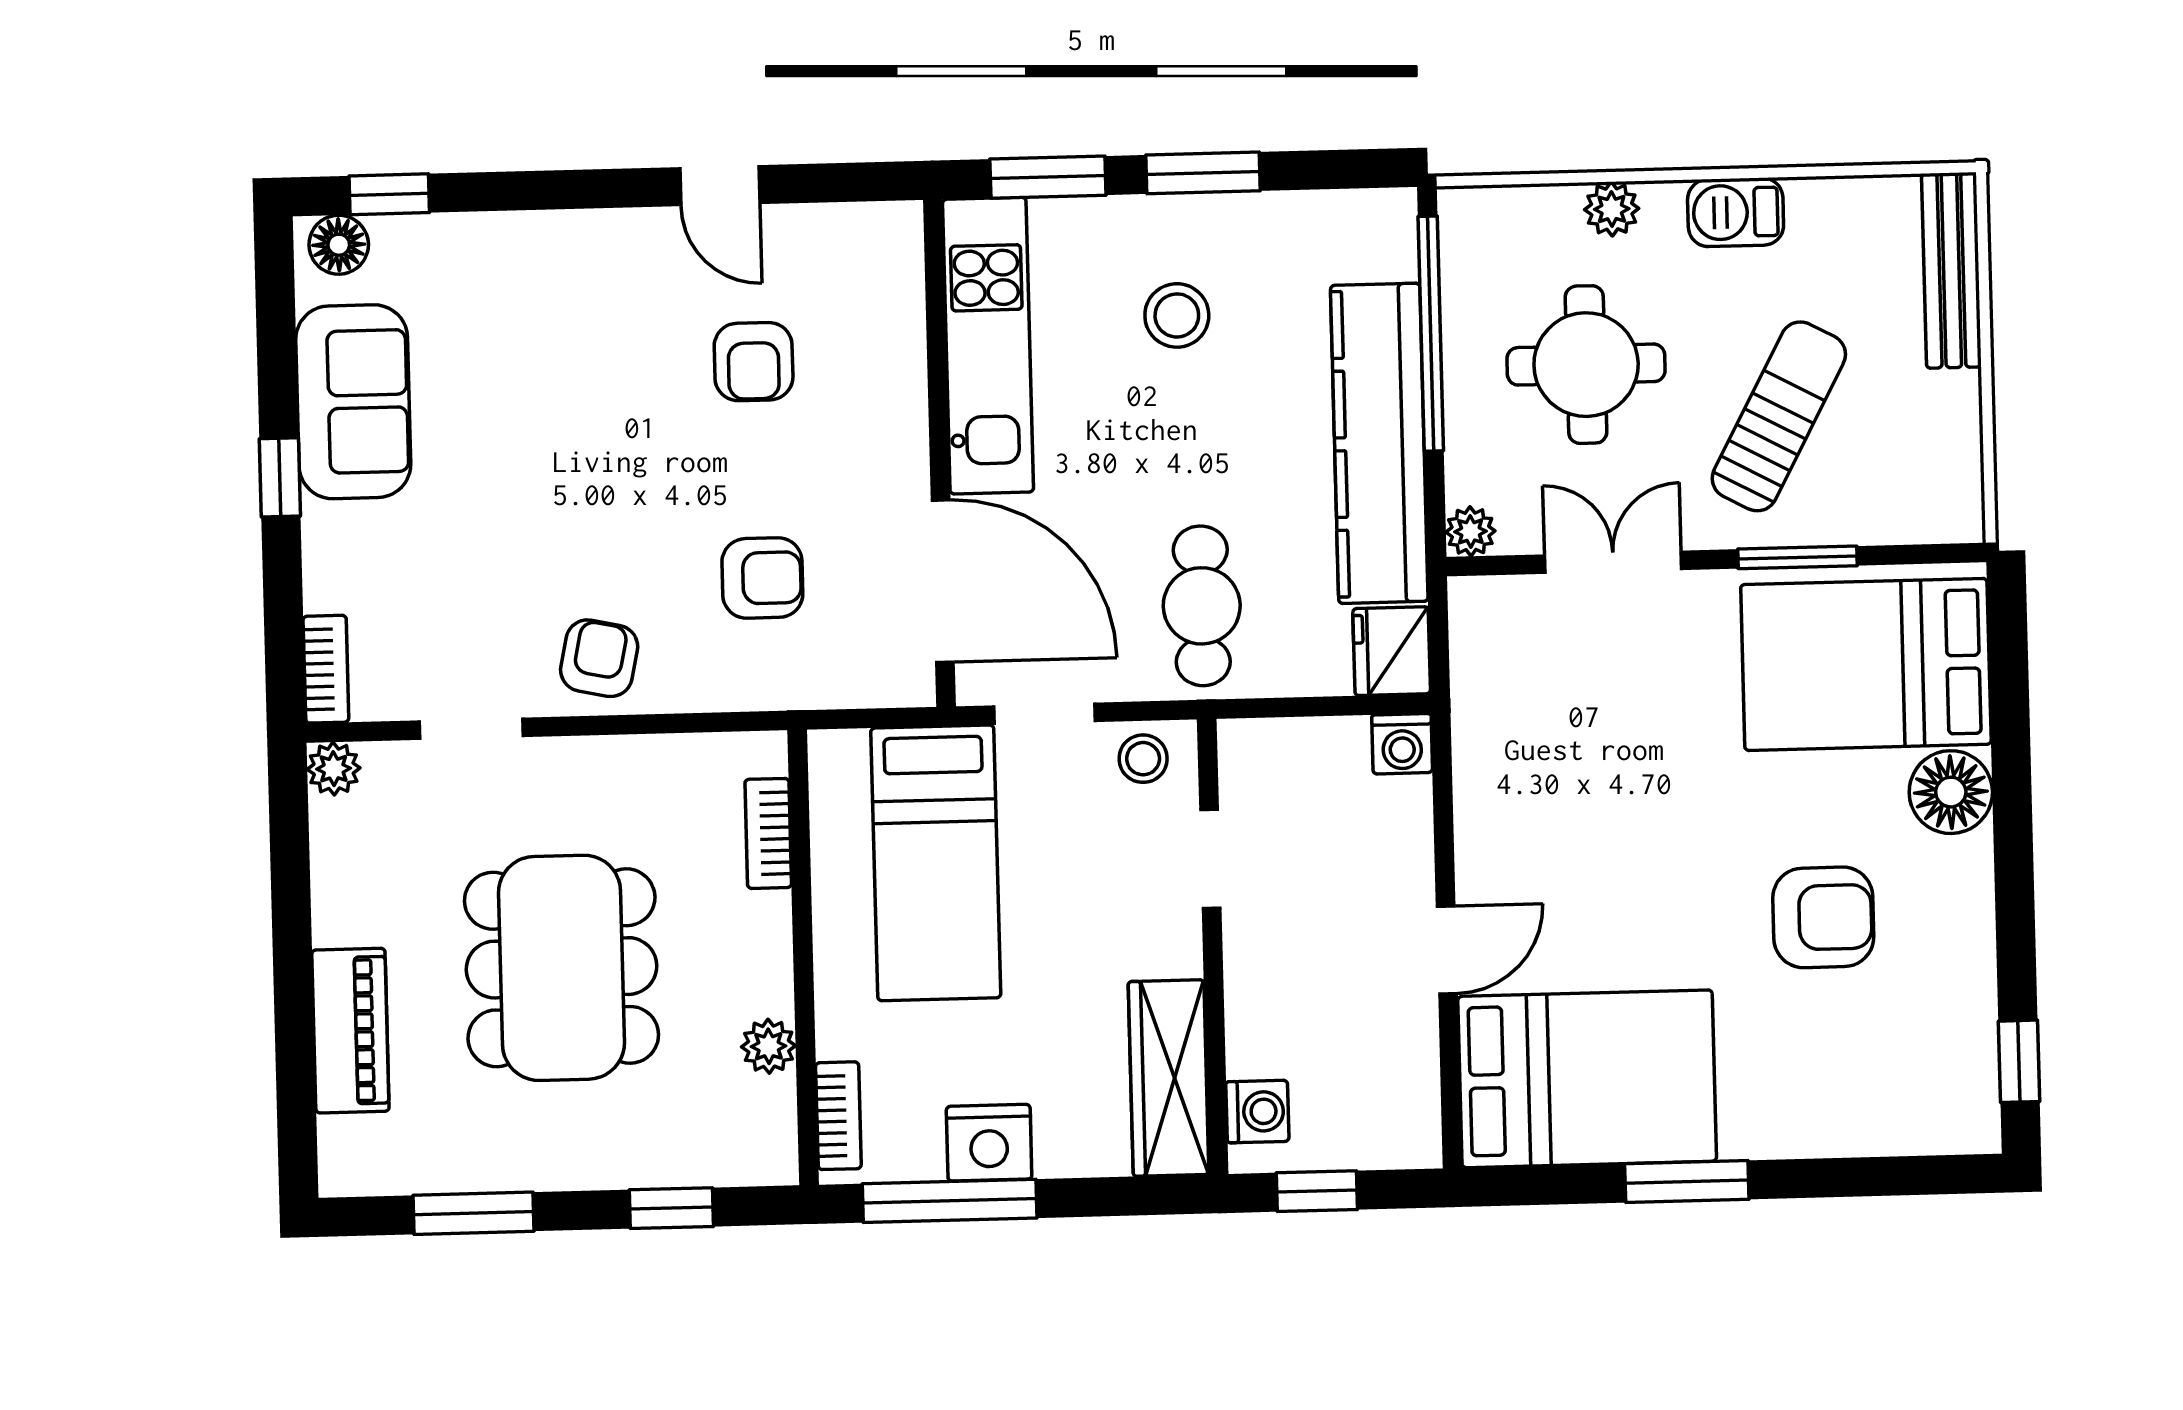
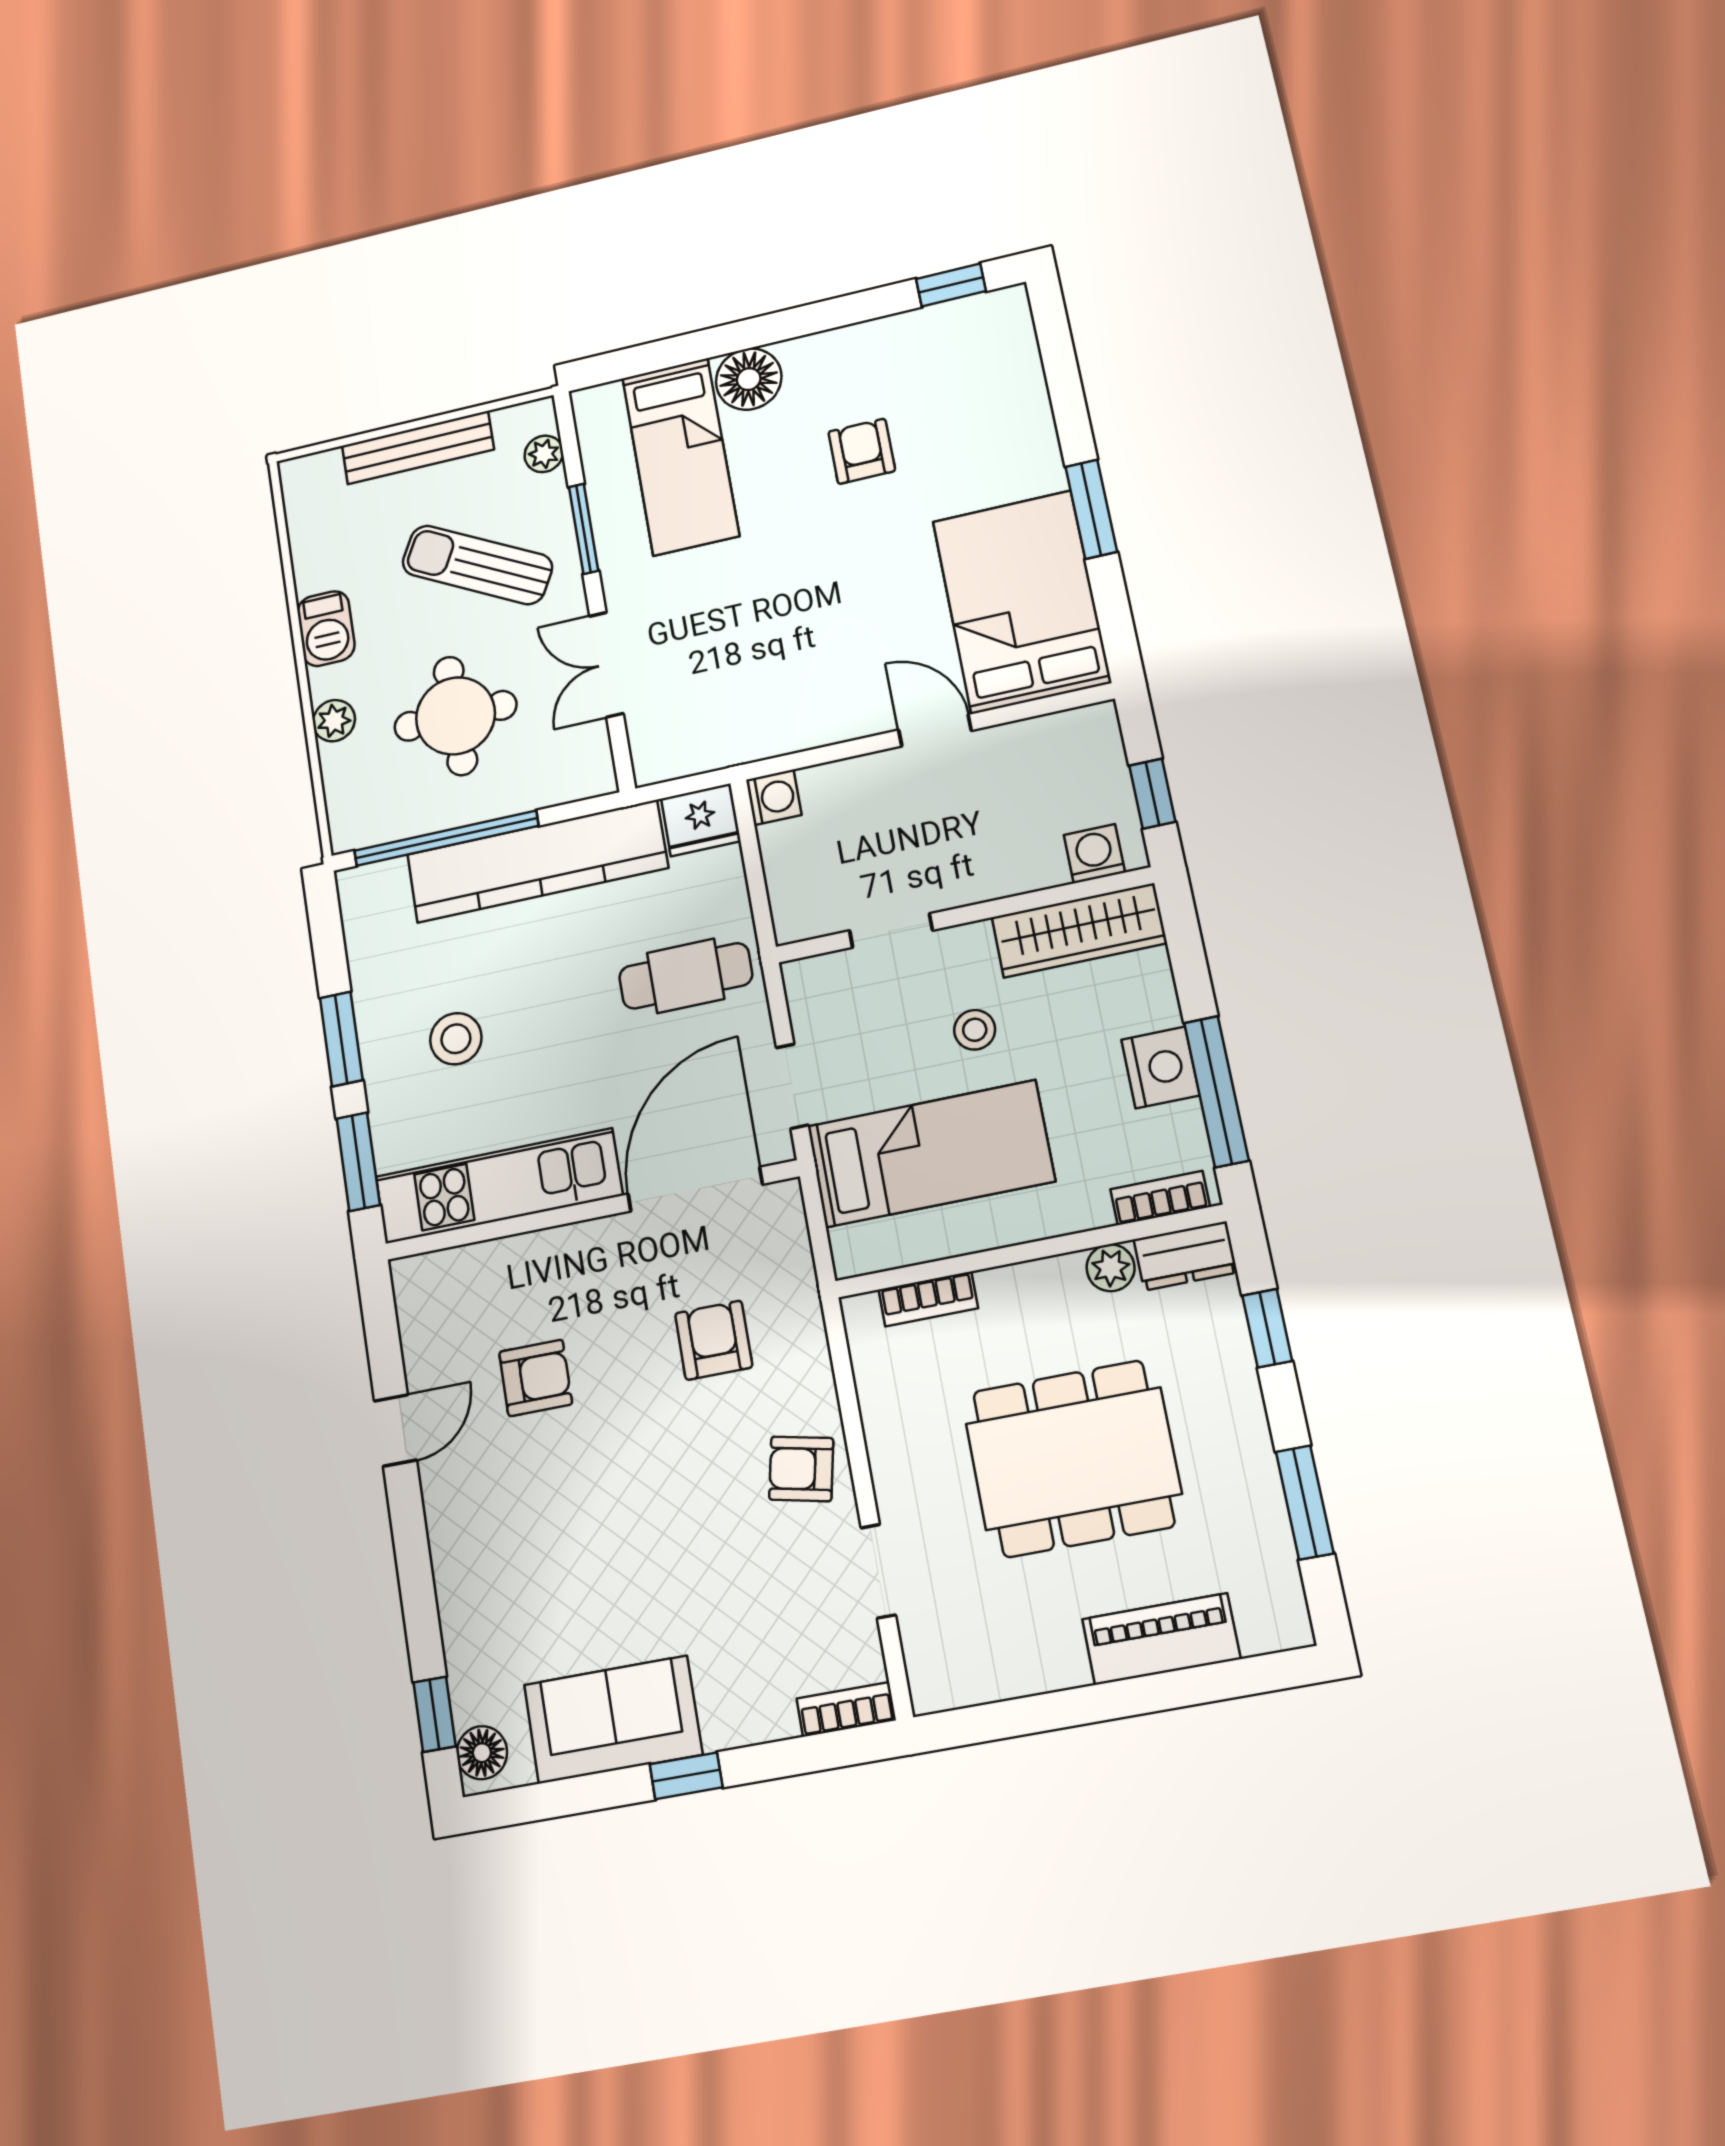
bench: (1951, 270) -> (418, 448), moved
plant: (1470, 531) -> (544, 454), moved
bed: (1866, 664) -> (680, 457), width x0.67
stool: (1143, 759) -> (975, 1030), moved
plant: (334, 769) -> (932, 1689), removed
armchair: (1823, 917) -> (862, 451), width x0.72, depth x0.72
dresser: (768, 1132) -> (1185, 1256), added

